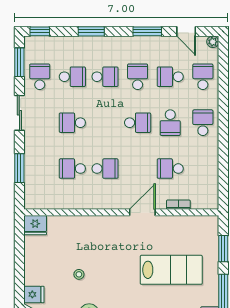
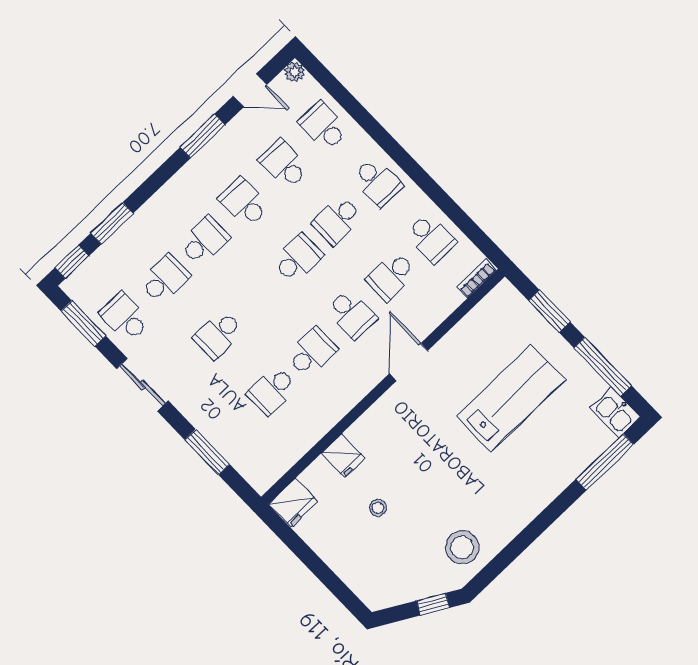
window: (91, 31) -> (112, 223), moved
school desk: (170, 77) -> (284, 164), turned 90
school desk: (170, 123) -> (337, 220), turned 90
school desk: (203, 123) -> (377, 182), turned 180
school desk: (138, 169) -> (352, 314), added
school desk: (203, 169) -> (431, 238), added
bookcase: (178, 205) -> (476, 279), moved
stool: (79, 274) -> (378, 508), moved
fridge: (34, 294) -> (343, 456), moved, turned 90

